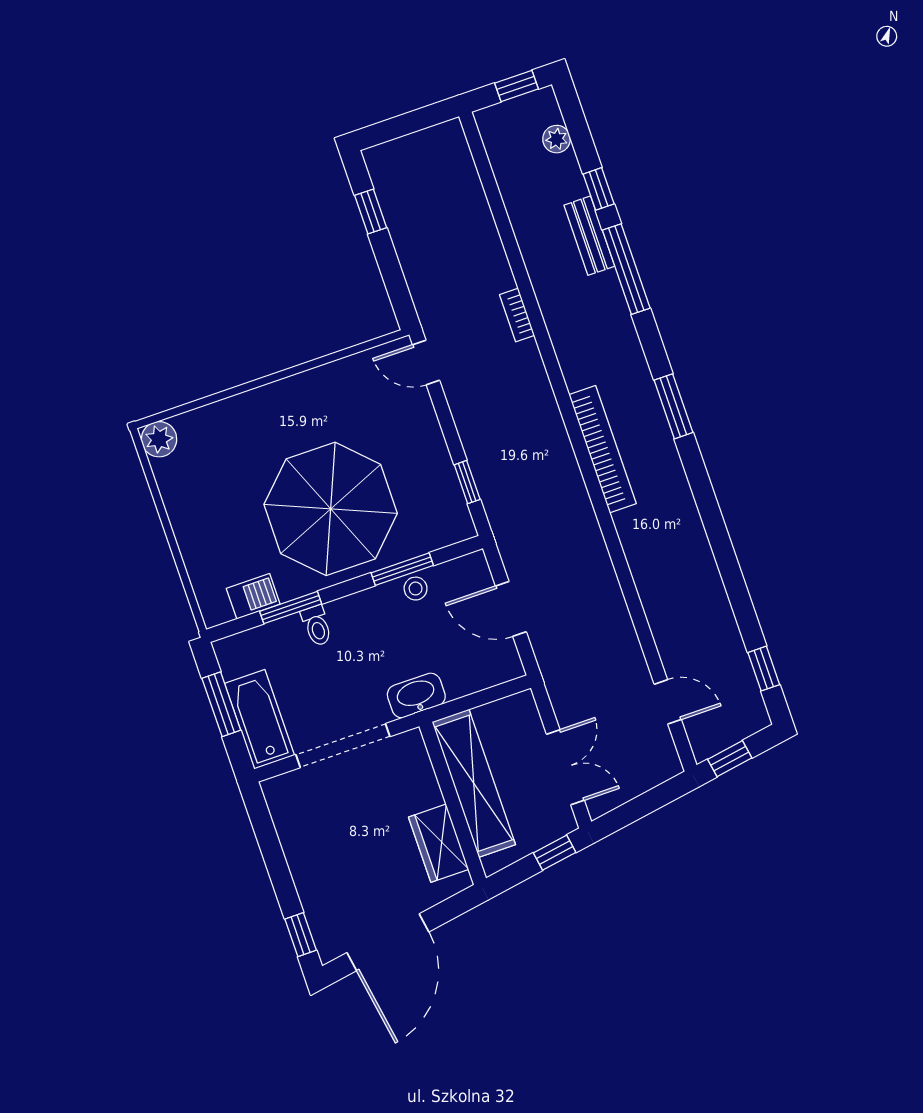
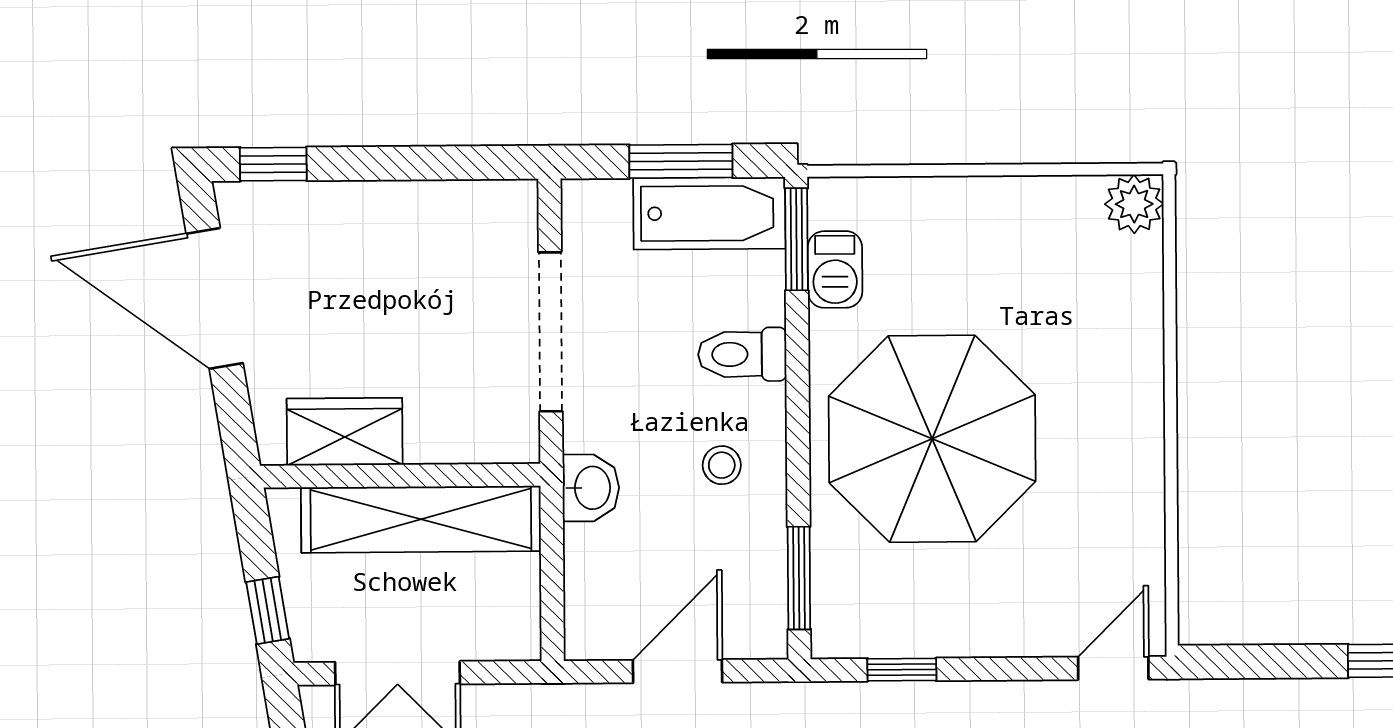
window: (402, 569) -> (799, 578), moved
stool: (416, 589) -> (722, 465), moved
window: (291, 608) -> (797, 239), moved
toilet: (317, 626) -> (742, 354), width x1.37, depth x1.39
washbasin: (416, 695) -> (591, 488), width x0.72
bathtub: (260, 719) -> (709, 213), moved

